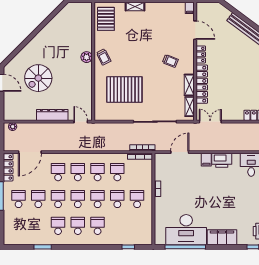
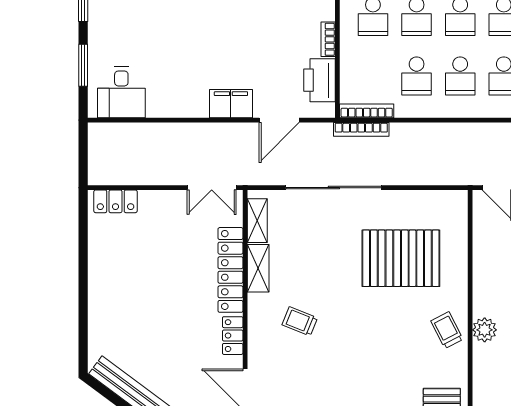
filing cabinet: (206, 160) -> (231, 104), width x2.00
printer: (222, 160) -> (319, 80), moved, turned -90

